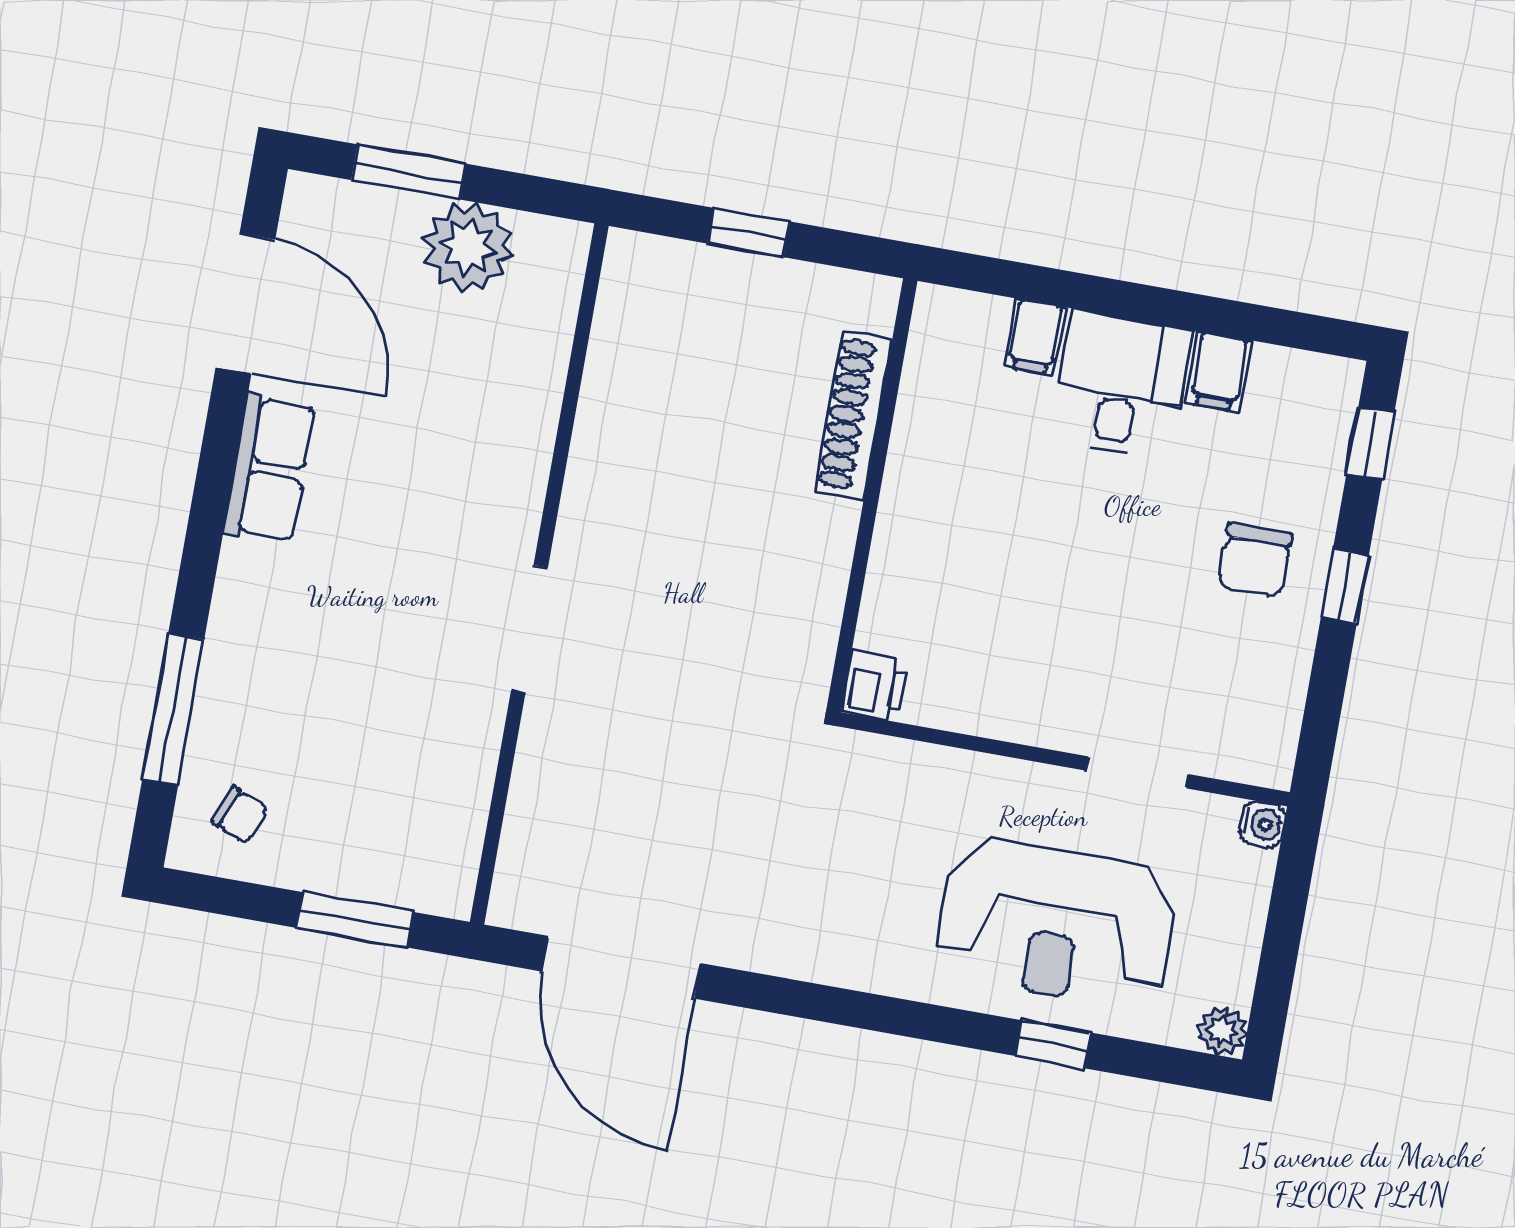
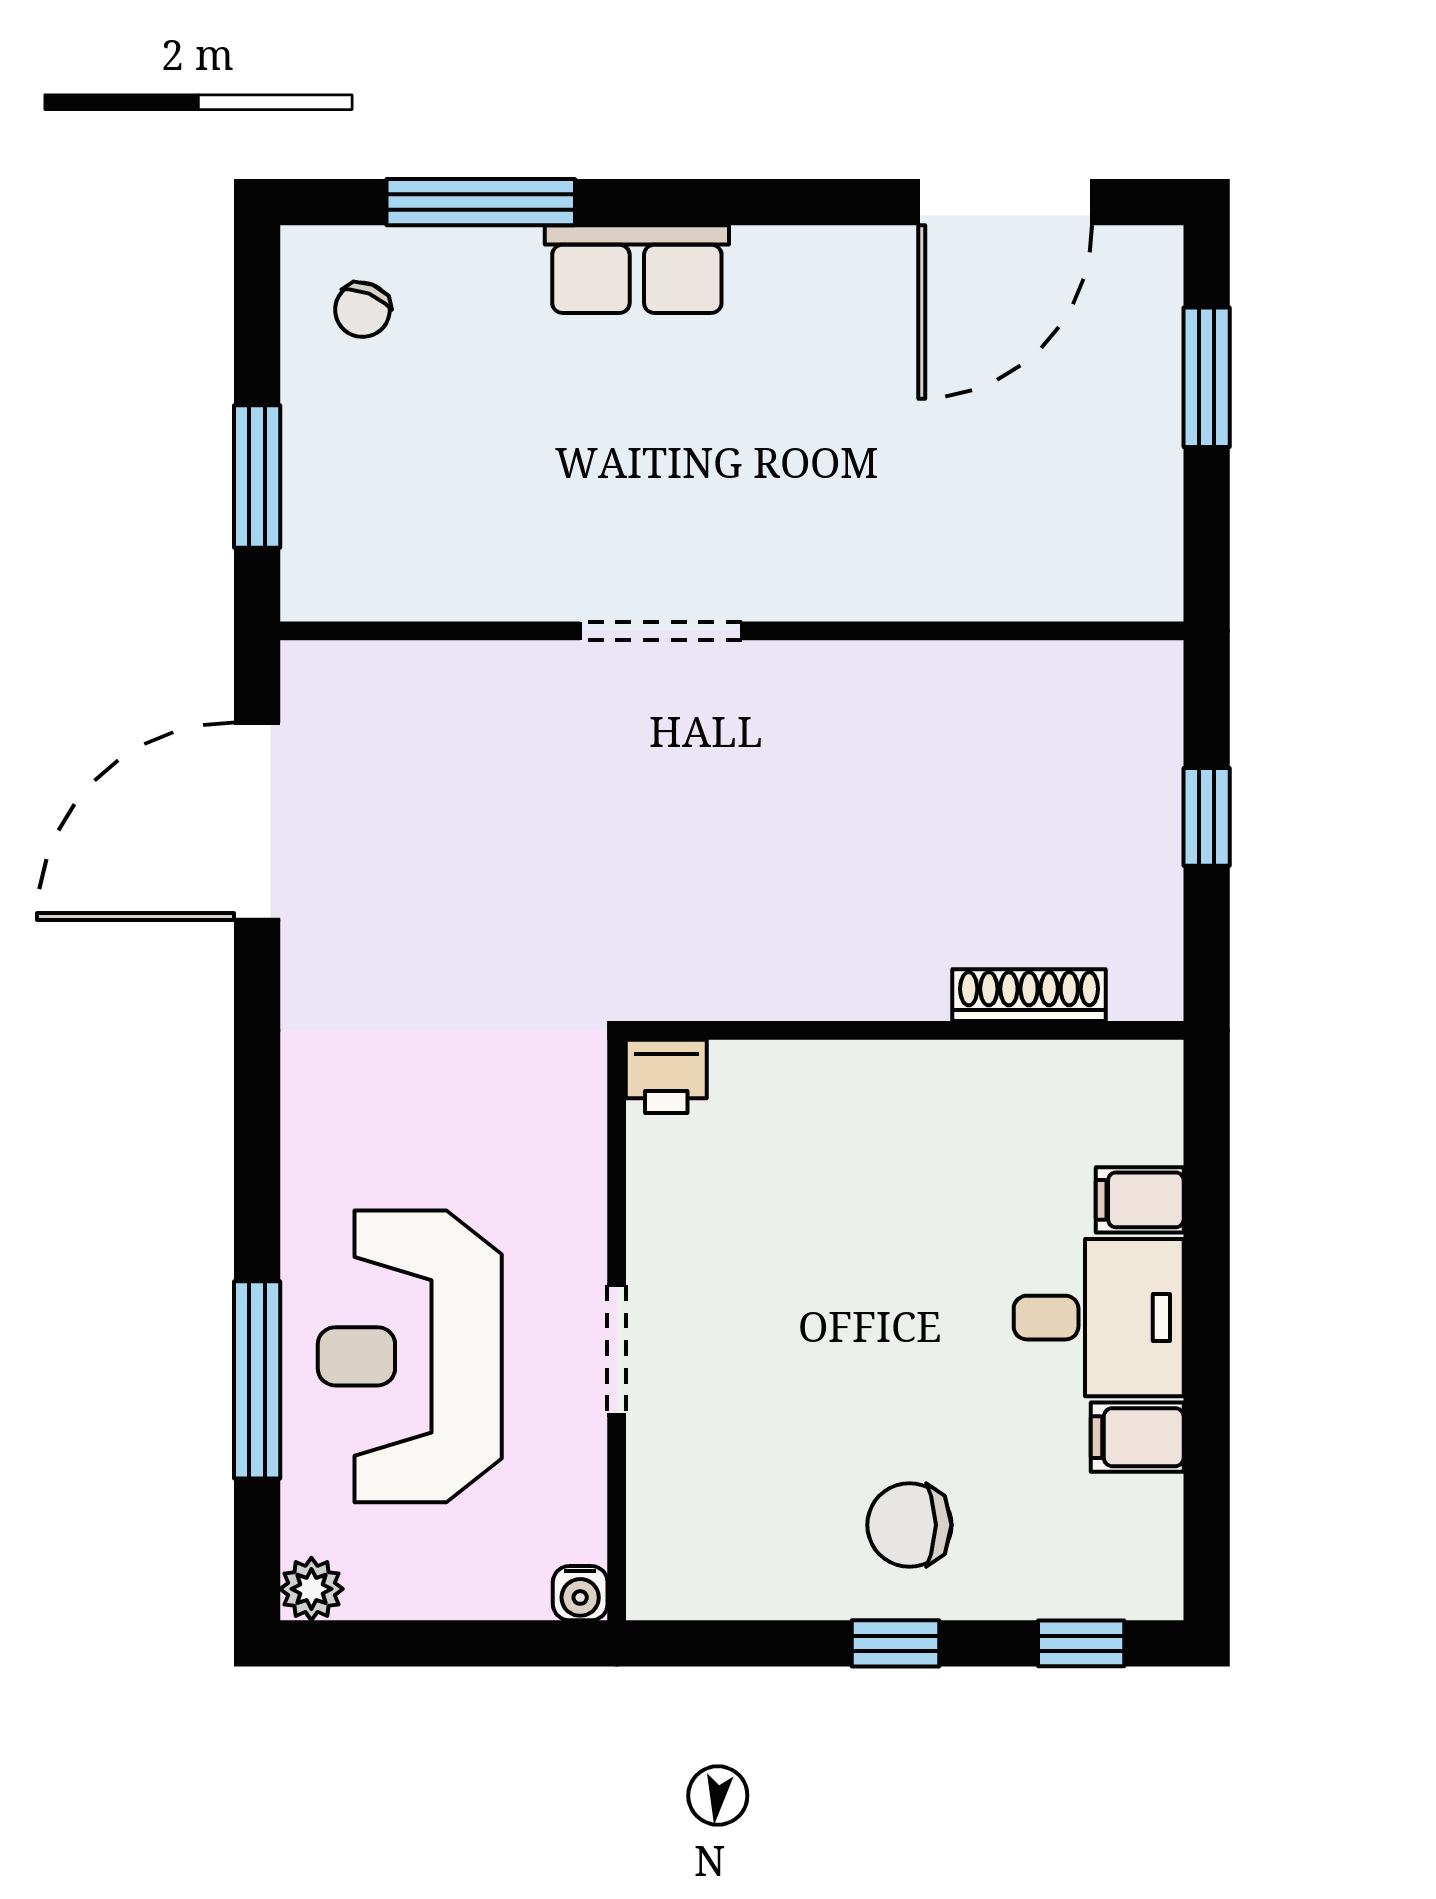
plant: (468, 247) -> (1126, 469), removed
shoe rack: (853, 415) -> (1029, 995), width x0.74, depth x0.81
row of seats: (270, 469) -> (637, 269), moved
doorway: (1137, 772) -> (617, 1350), moved
window: (1053, 1044) -> (257, 1380), width x2.17

